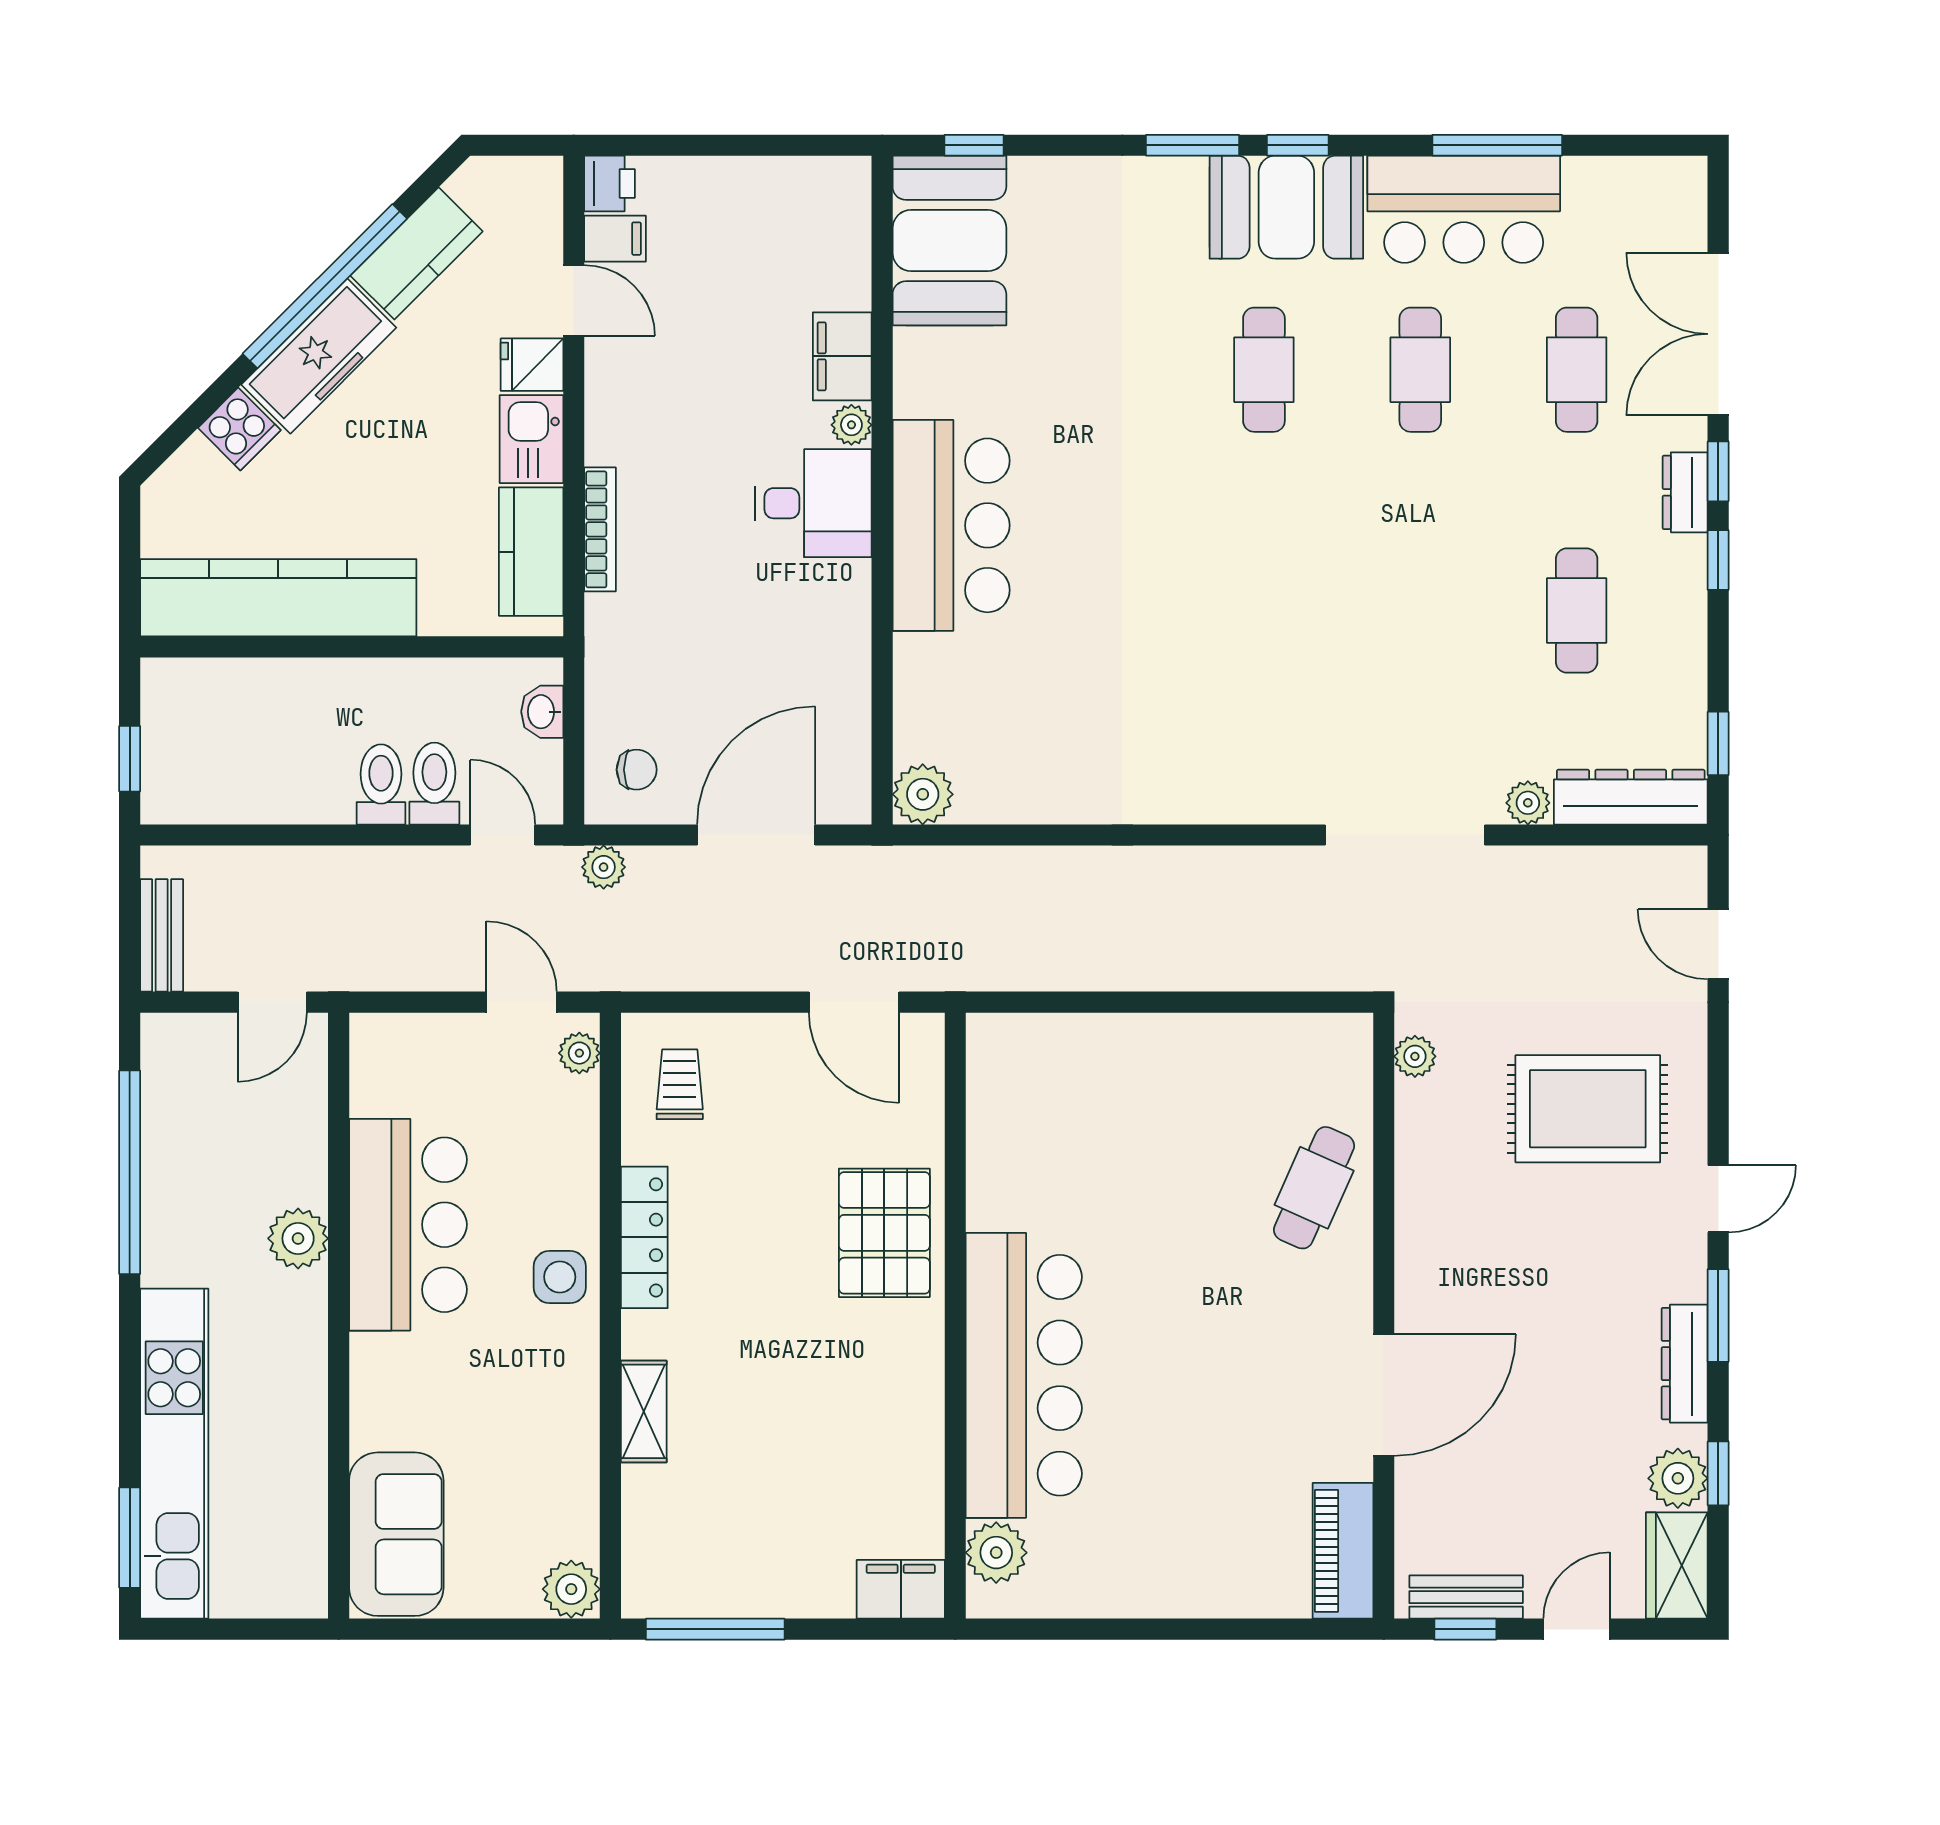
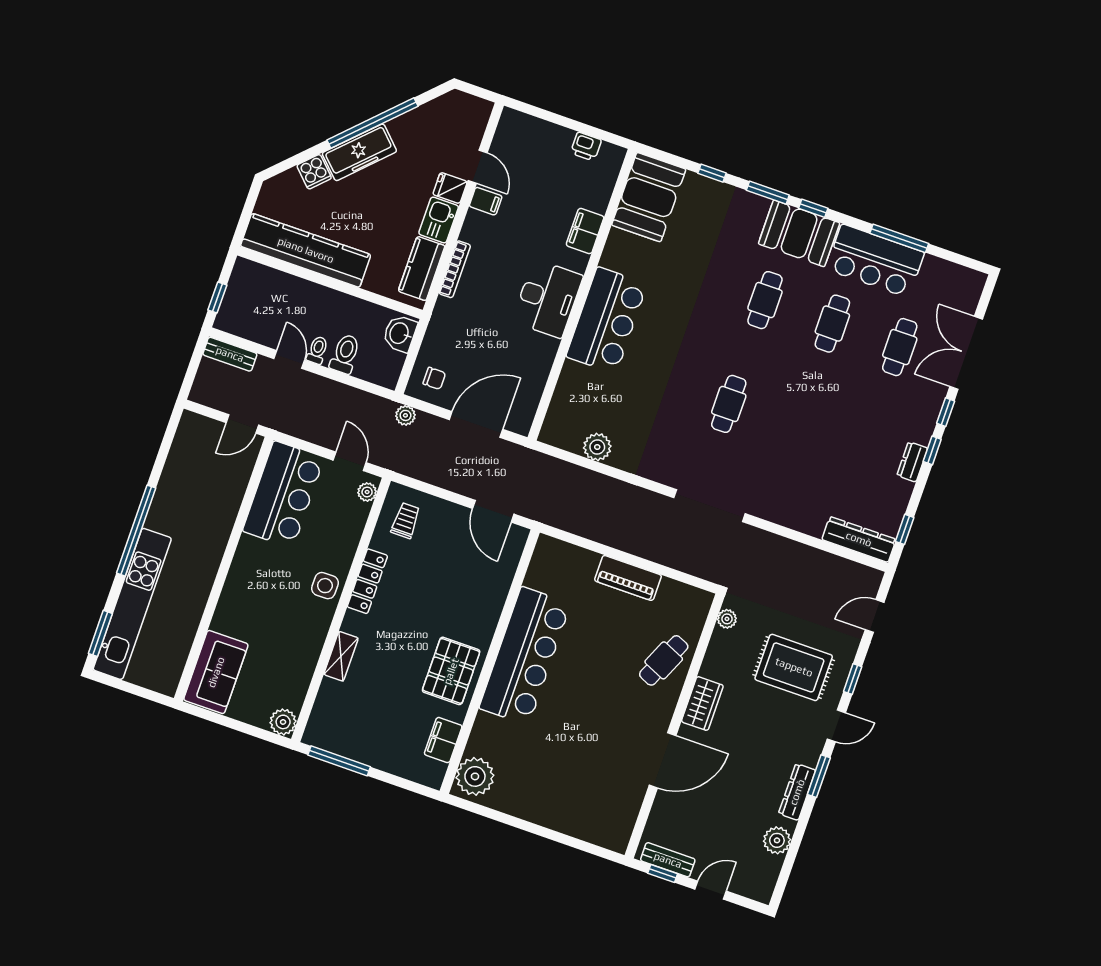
window: (974, 145) -> (712, 173), moved
printer: (610, 183) -> (586, 146), moved, turned 90
filing cabinet: (615, 239) -> (486, 201), moved
kitchen counter: (417, 253) -> (417, 123), removed
plant: (851, 425) -> (579, 262), removed
dresser: (1685, 492) -> (912, 462), moved
desk: (813, 503) -> (548, 299), width x1.37
cafe table: (1577, 610) -> (729, 404), moved
washbasin: (542, 712) -> (400, 333), width x1.38, depth x1.45
toilet: (381, 784) -> (317, 350), width x0.73, depth x0.72
plant: (923, 794) -> (597, 447), moved
plant: (1528, 803) -> (814, 526), removed
door: (503, 835) -> (289, 359), moved
doorway: (1405, 835) -> (709, 506), moved
bench: (162, 935) -> (230, 354), moved, turned 90
door: (1718, 944) -> (875, 616), hinge flipped
window: (130, 1172) -> (136, 531), moved
bar counter: (408, 1225) -> (283, 494), moved
pallet: (884, 1233) -> (451, 671), moved
plant: (298, 1238) -> (218, 530), removed
bar counter: (1024, 1375) -> (525, 656), moved
window: (1718, 1473) -> (853, 679), moved
piano: (1343, 1551) -> (628, 578), moved, turned -90
plant: (996, 1553) -> (475, 776), width x1.36, depth x1.36
wardrobe: (1677, 1566) -> (702, 704), moved, turned 180
filing cabinet: (901, 1589) -> (443, 740), moved, turned -90

